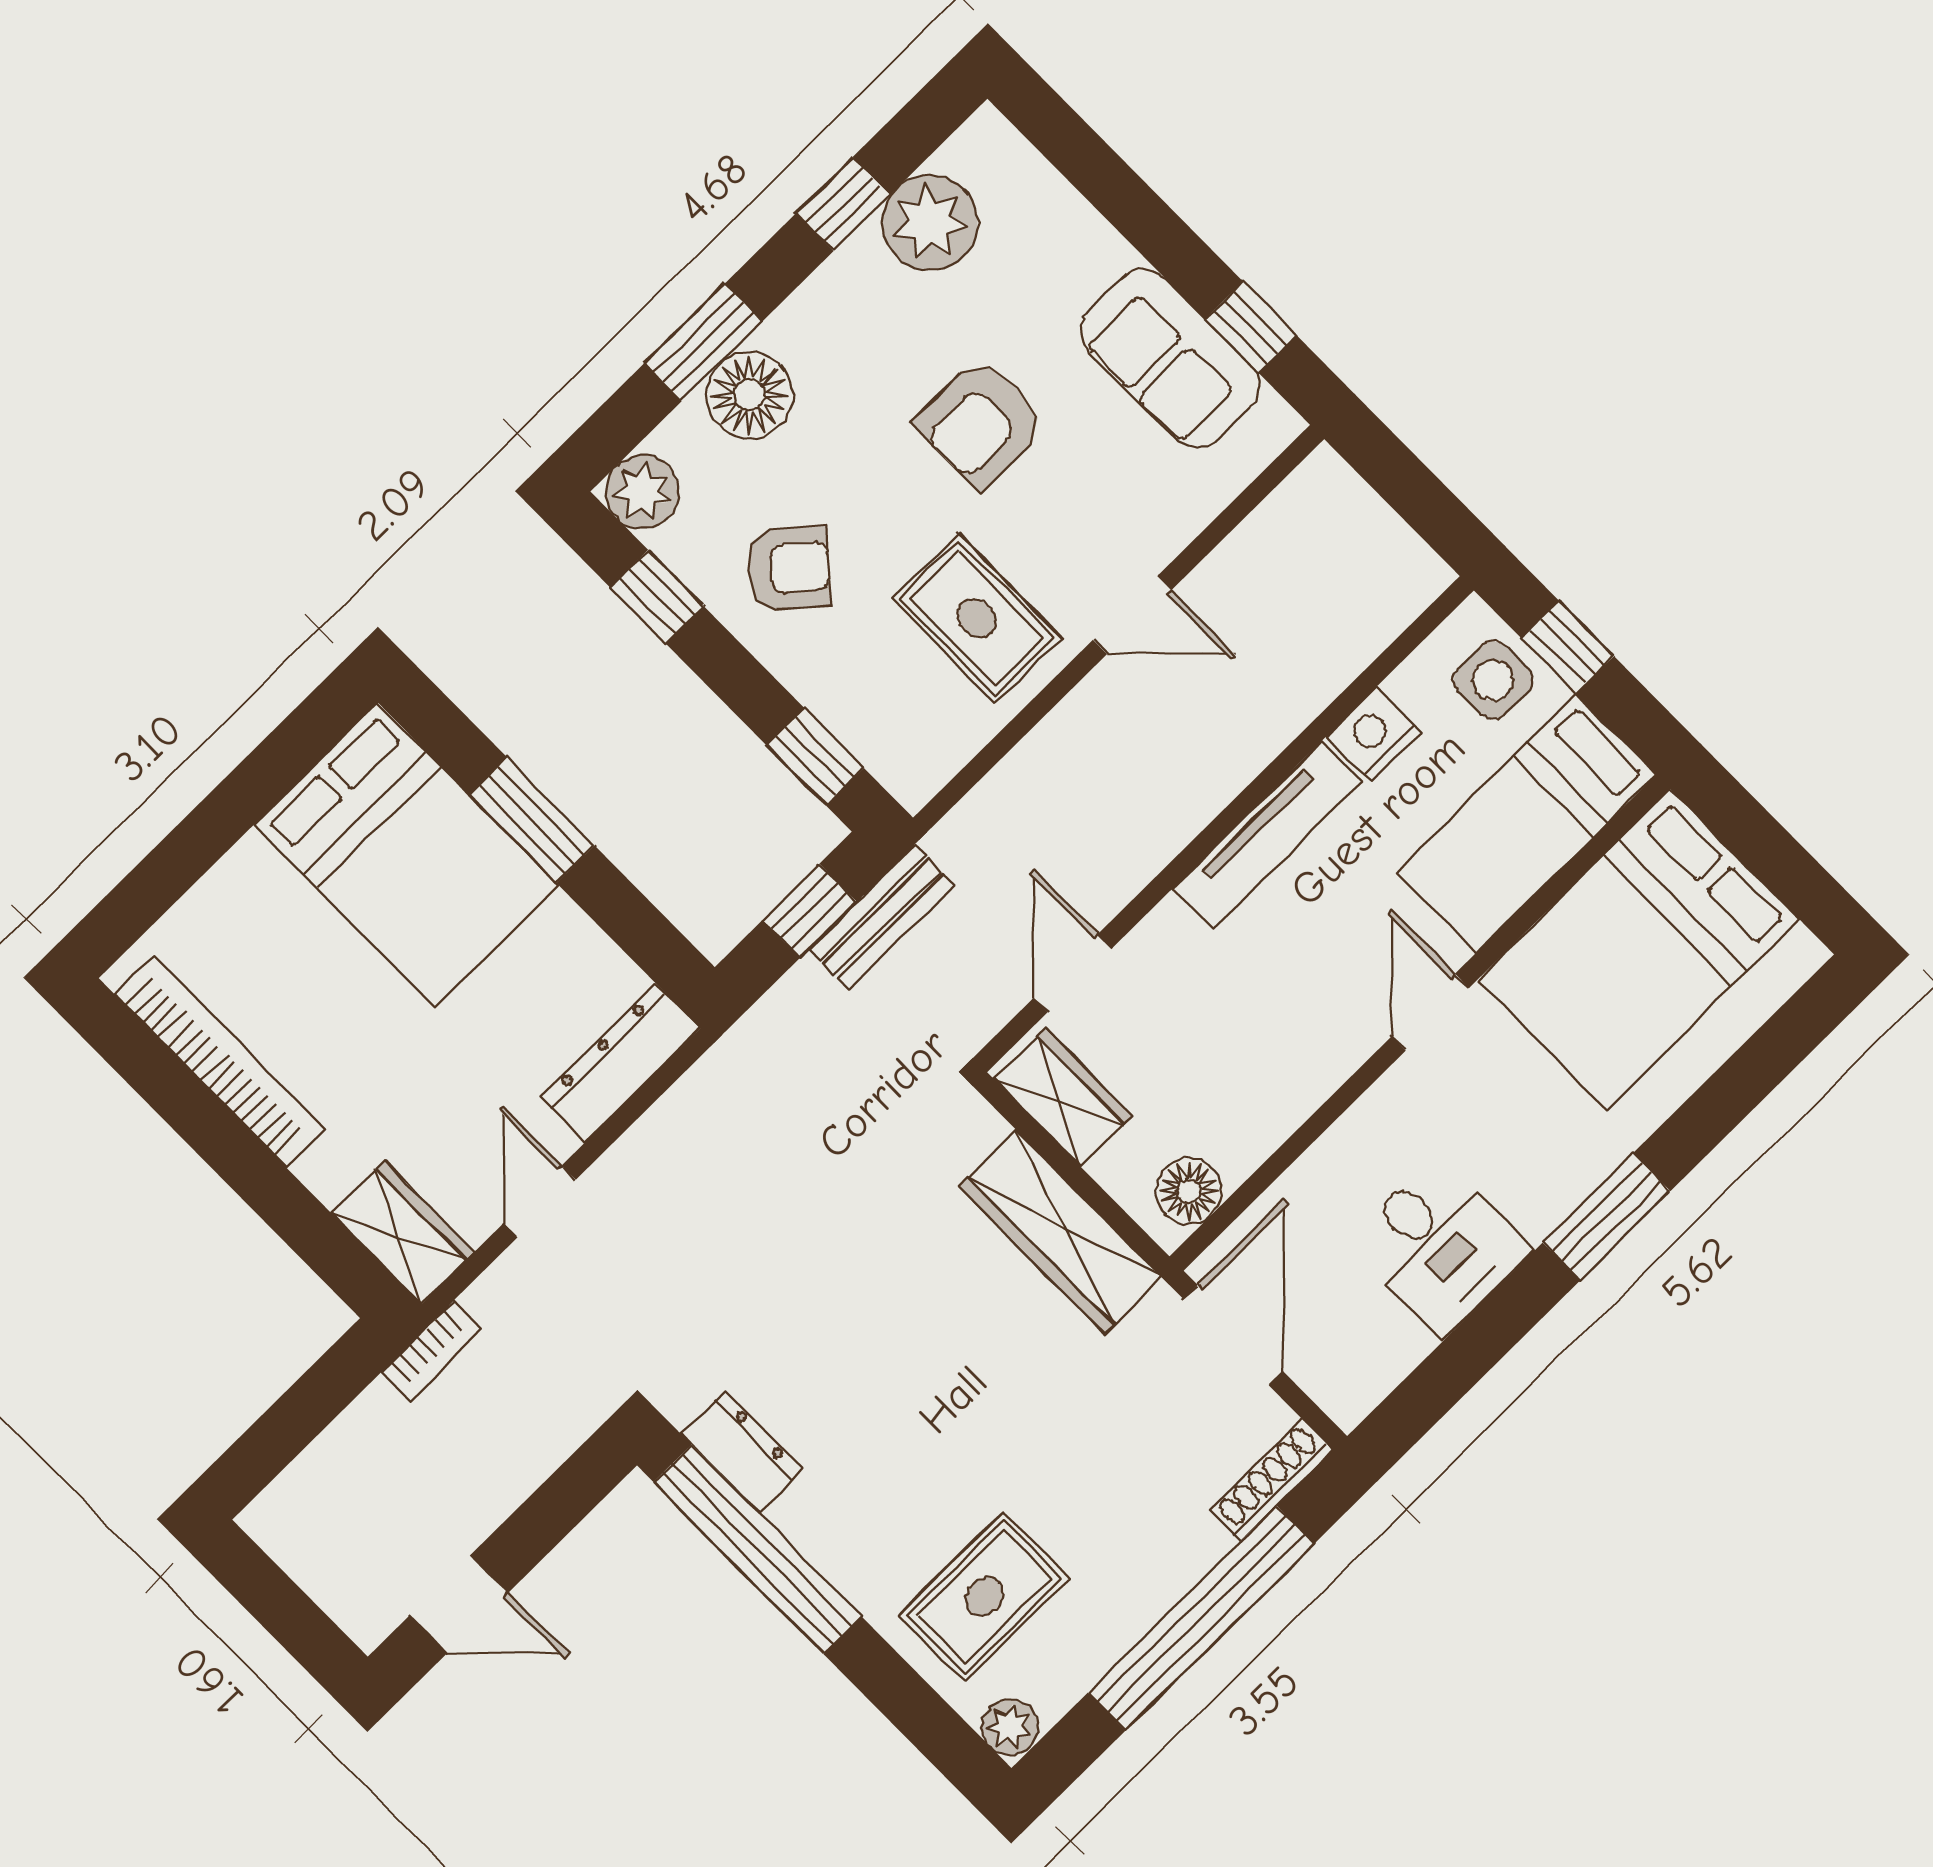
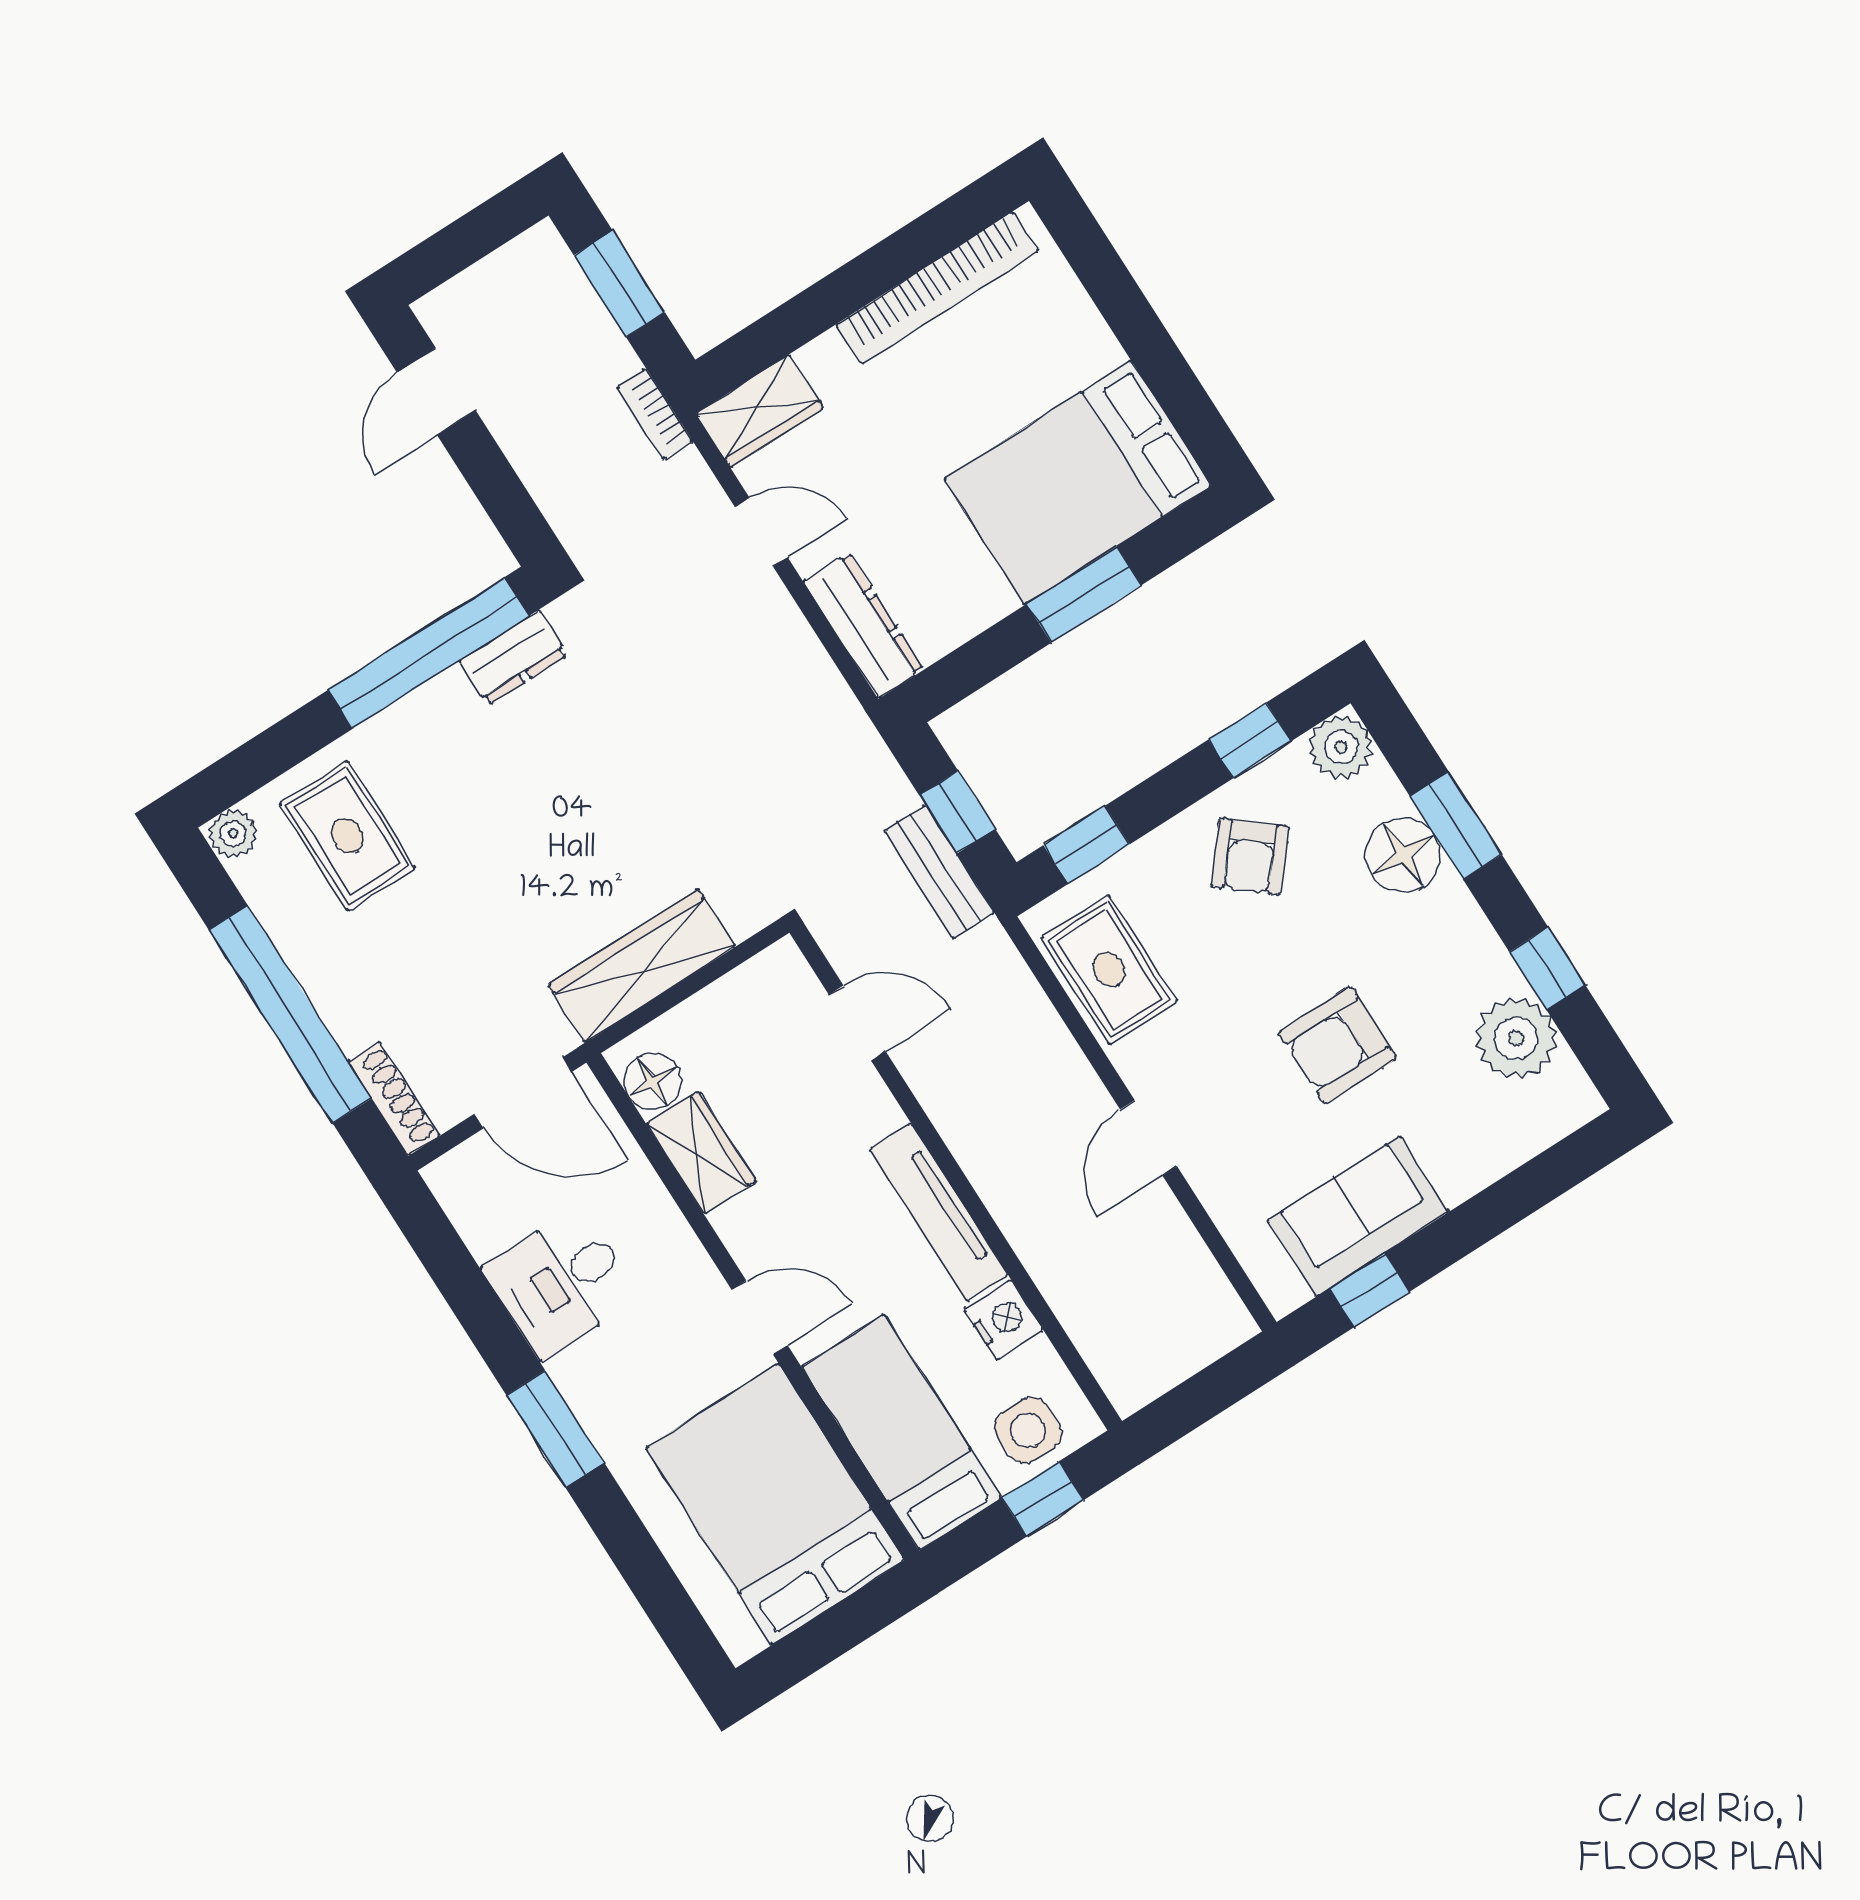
armchair: (981, 423) -> (1337, 1045), turned -90
rug: (977, 618) -> (1109, 970), moved, turned 90
wardrobe: (1063, 1098) -> (701, 1153), moved, turned -90
window: (292, 1423) -> (619, 284), added

